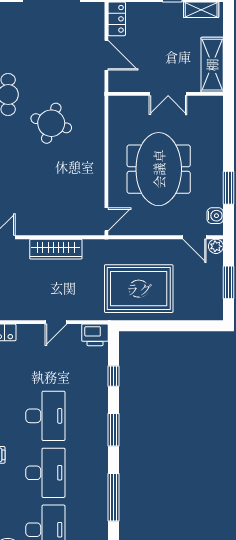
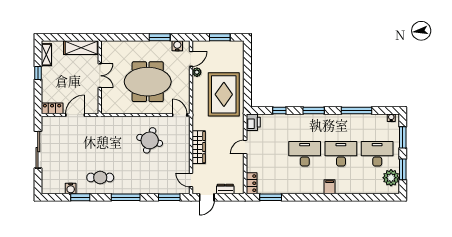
round table: (51, 123) -> (150, 140), moved
plant: (216, 246) -> (197, 72), moved
door: (56, 322) -> (245, 147), swing flipped

